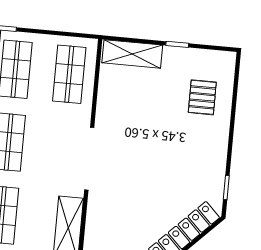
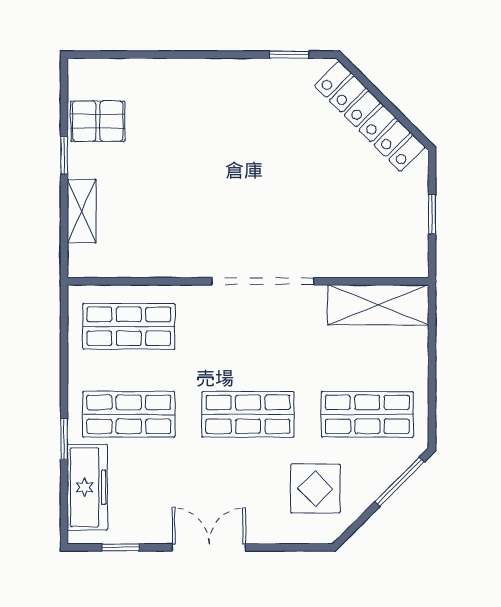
shelving: (132, 54) -> (82, 211), width x0.67, depth x0.75
pallet: (202, 97) -> (98, 121), moved

